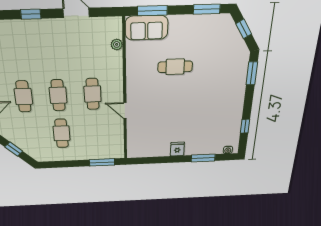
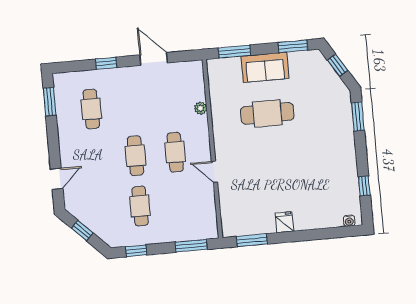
sofa: (147, 28) -> (265, 67), moved
plant: (117, 44) -> (201, 108), moved
cafe table: (175, 67) -> (267, 113), width x1.37, depth x1.35
cafe table: (23, 96) -> (91, 109), moved
window: (203, 158) -> (252, 240), moved
window: (58, 164) -> (136, 251), added

